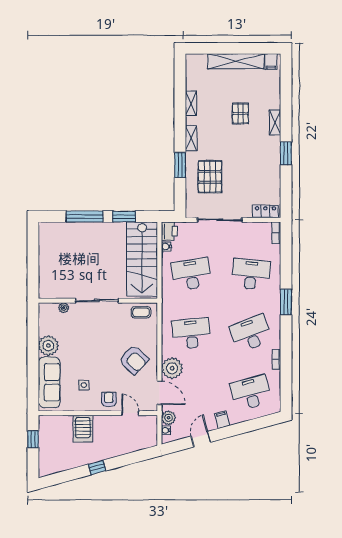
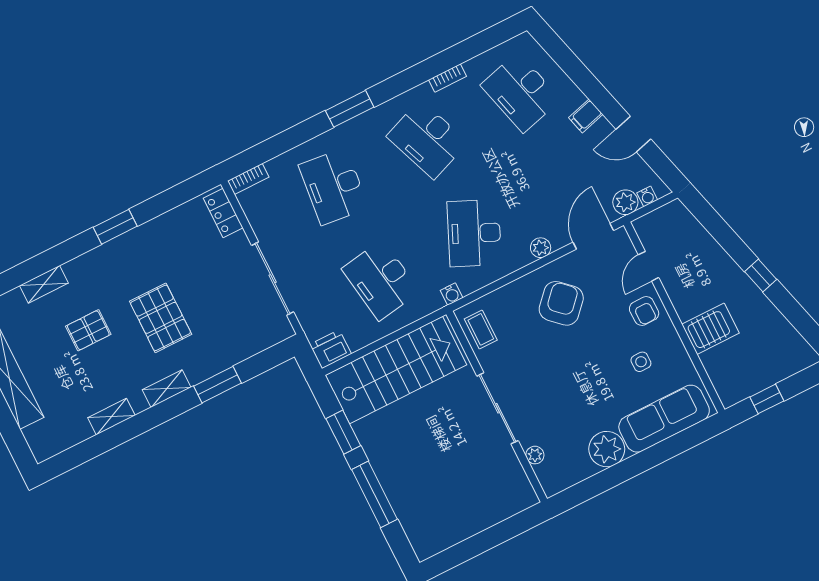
shelving: (275, 122) -> (44, 284), moved
pallet: (210, 177) -> (161, 318), moved, turned 90
water cooler: (166, 246) -> (452, 294), moved
desk: (191, 333) -> (474, 233), turned 30
plant: (172, 368) -> (541, 248), width x0.53, depth x0.53
armchair: (109, 400) -> (644, 311), turned -91

